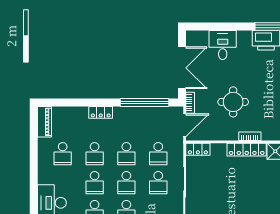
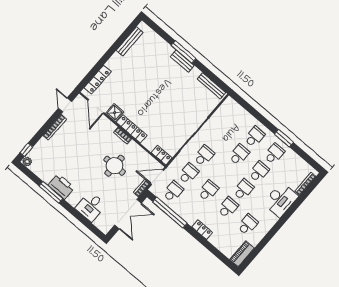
double door: (182, 68) -> (128, 214), swing flipped
school desk: (126, 183) -> (173, 192), moved

